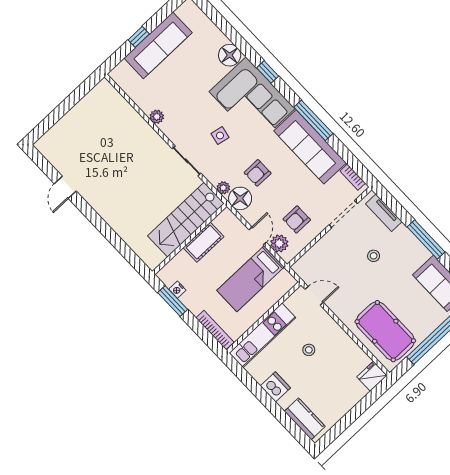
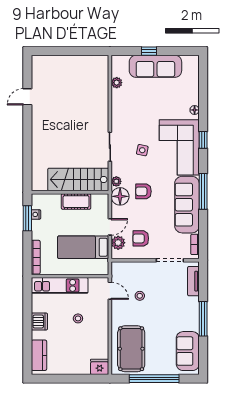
floor lamp: (230, 55) -> (195, 110), width x0.53, depth x0.53
plant: (157, 117) -> (117, 83), moved
stool: (374, 256) -> (140, 296), moved

